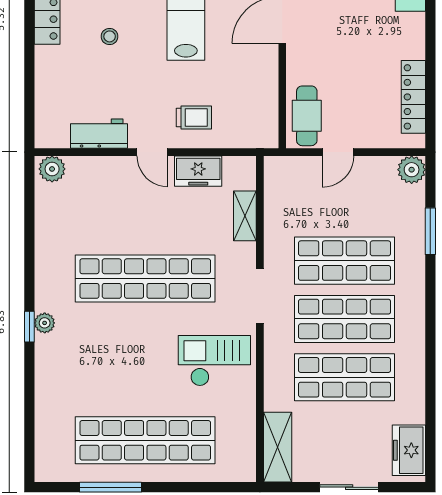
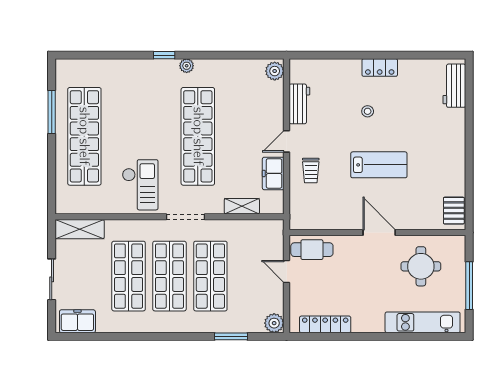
plant: (45, 323) -> (187, 66), moved

